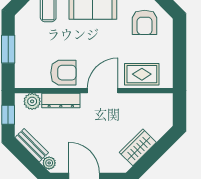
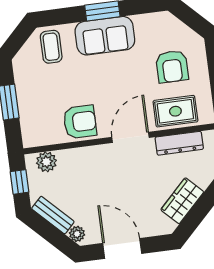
armchair: (145, 22) -> (172, 67), moved
dresser: (61, 100) -> (179, 143), moved

